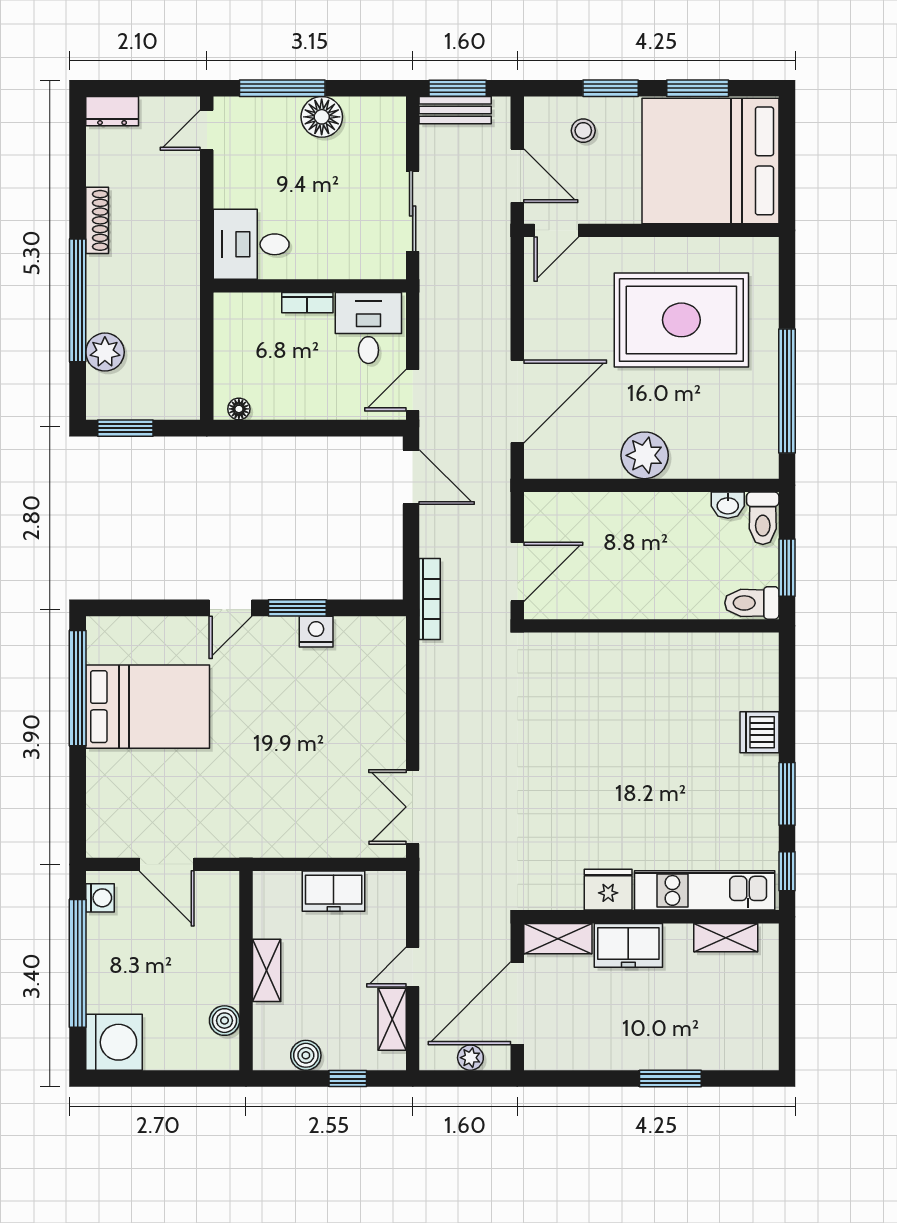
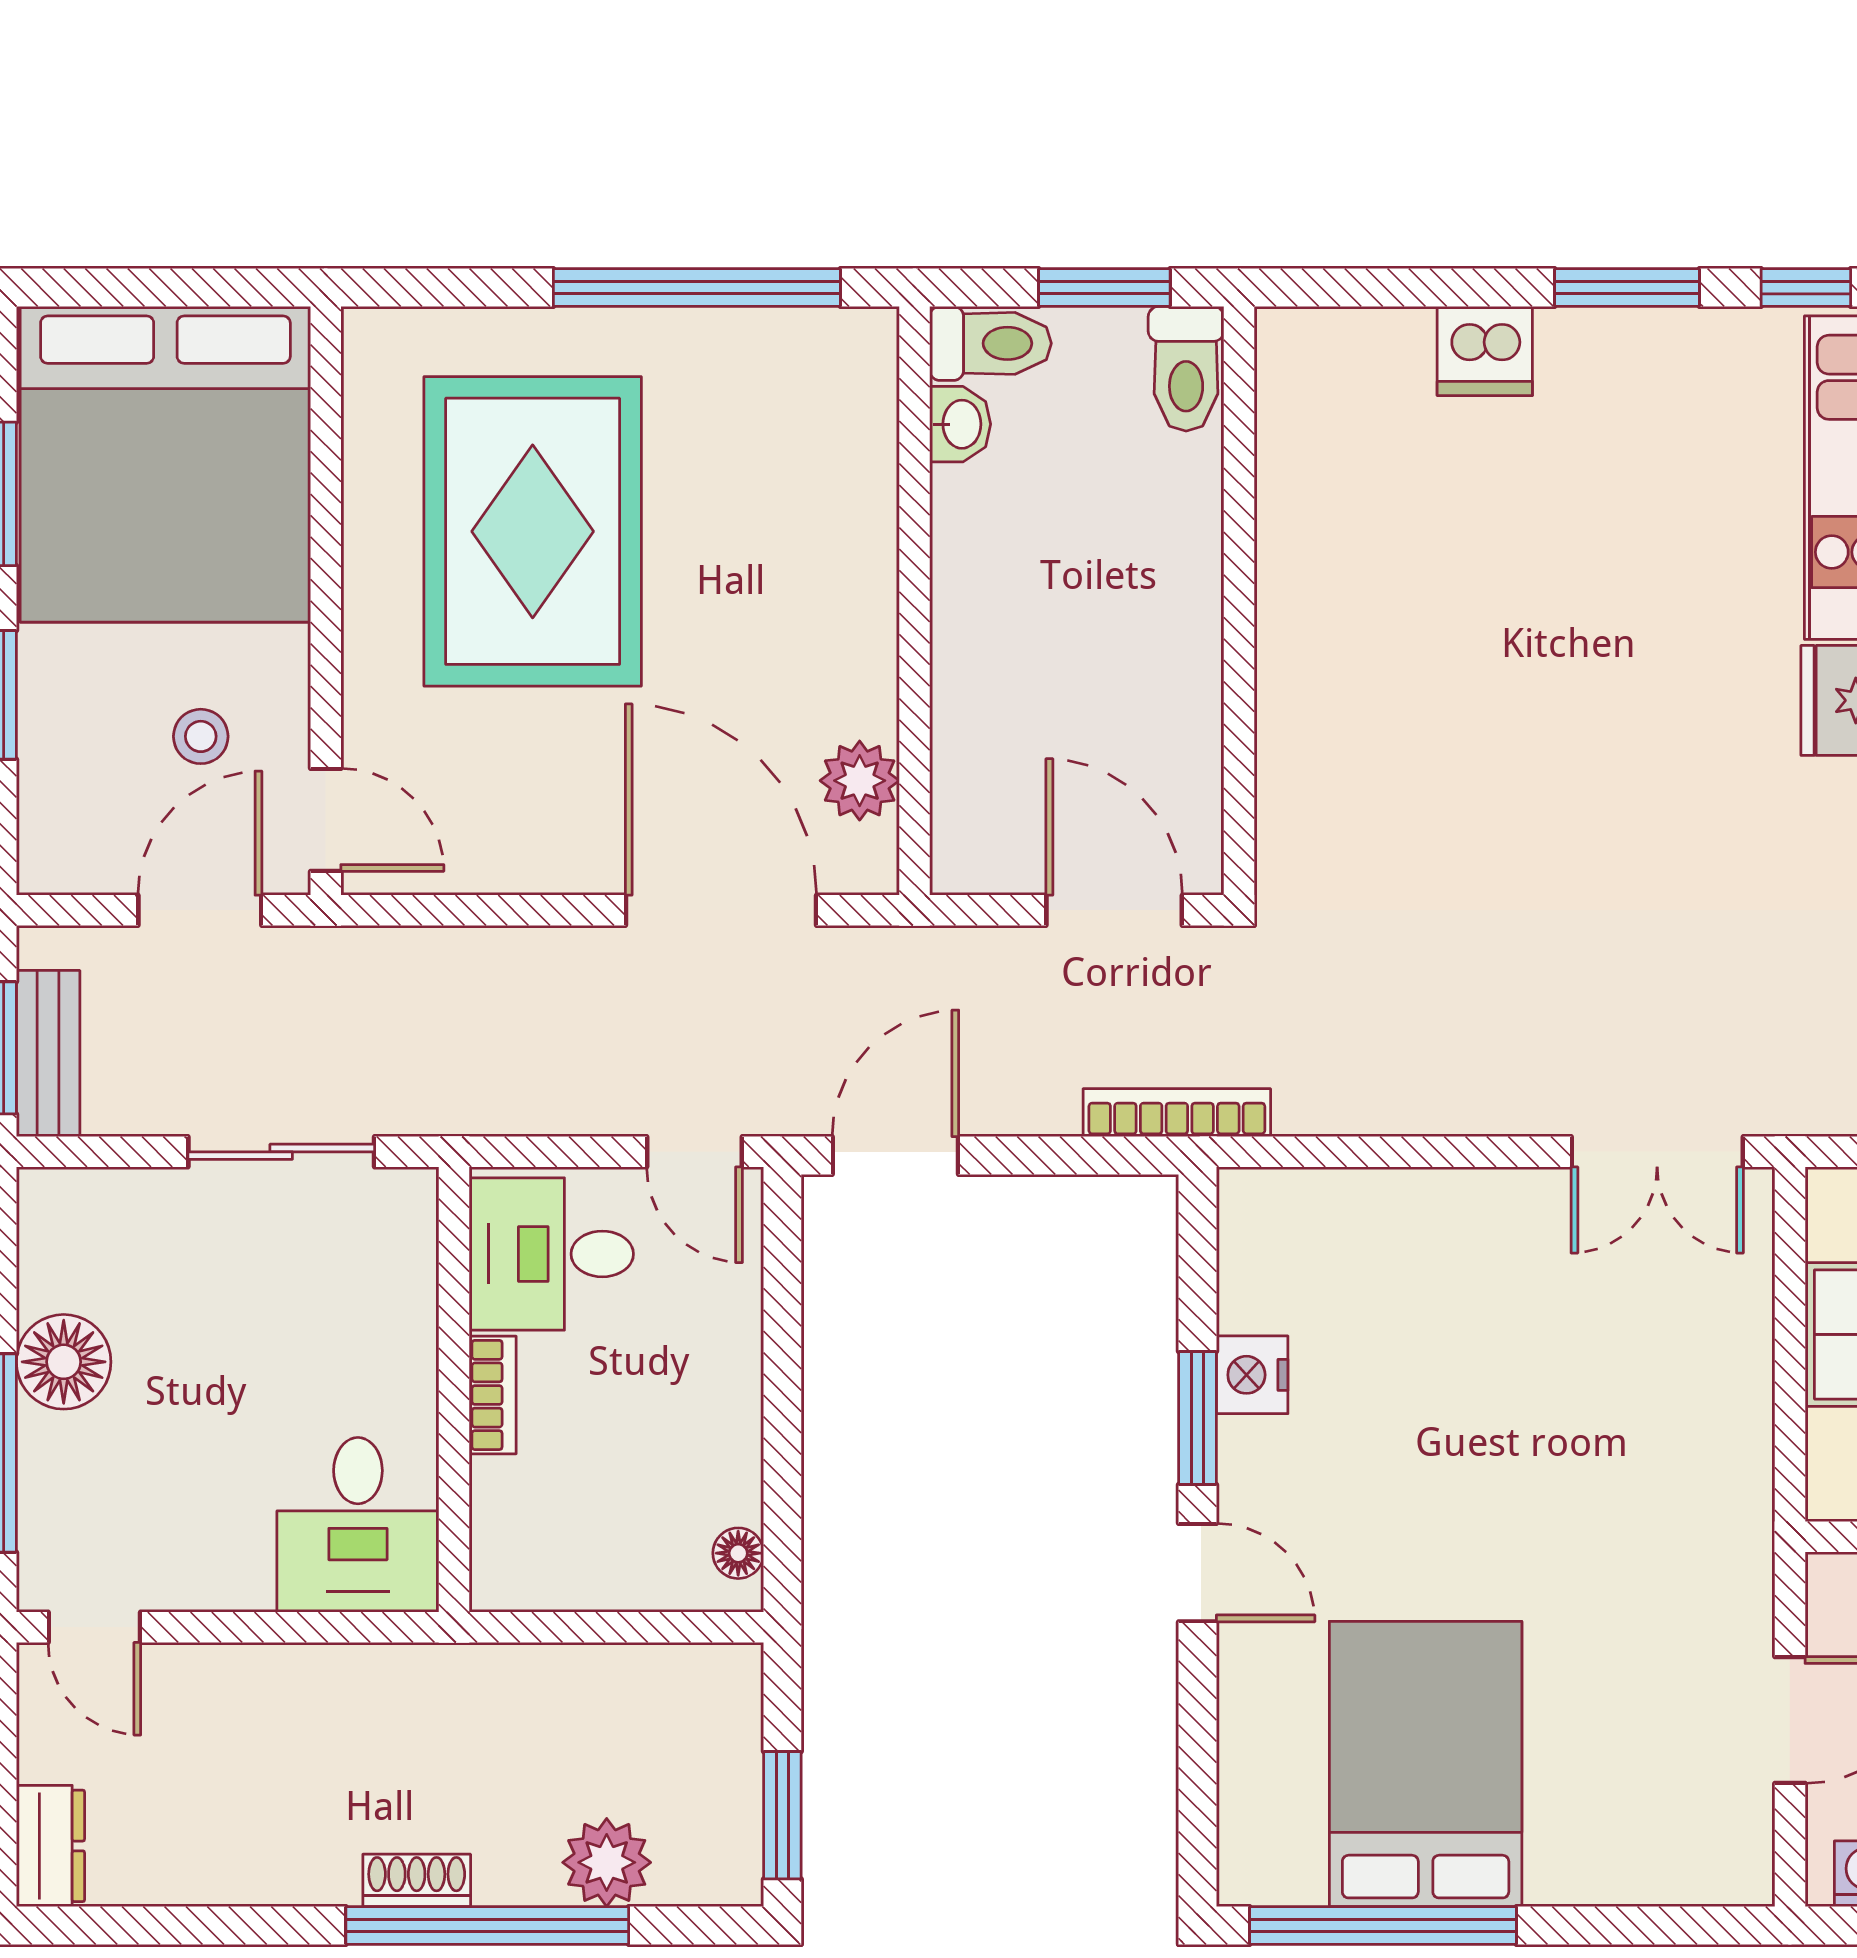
stool: (583, 131) -> (201, 736), moved
shoe rack: (97, 220) -> (417, 1880), moved, width x0.70
plant: (645, 455) -> (860, 781), moved, width x0.73, depth x0.73

